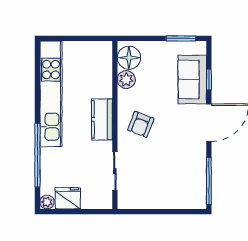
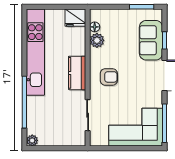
floor lamp: (129, 58) -> (95, 27), width x0.53, depth x0.53
armchair: (141, 124) -> (109, 77), turned -111
corner sofa: (174, 186) -> (136, 127), added
fridge: (68, 198) -> (75, 18), moved, turned 180

